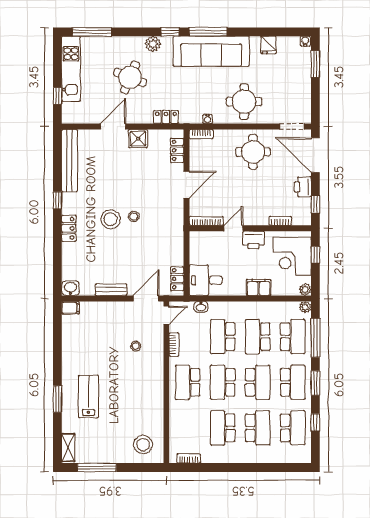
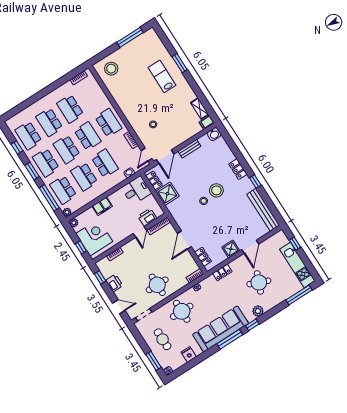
cafe table: (288, 83) -> (163, 339), added
door: (315, 155) -> (119, 307), width x0.53
printer: (254, 240) -> (147, 217), moved
shower: (171, 253) -> (167, 194), added
school desk: (258, 337) -> (84, 177), turned 180
lab bench: (88, 397) -> (162, 76), turned 180
school desk: (223, 428) -> (70, 109), turned 180
shelving: (68, 448) -> (200, 109), moved

